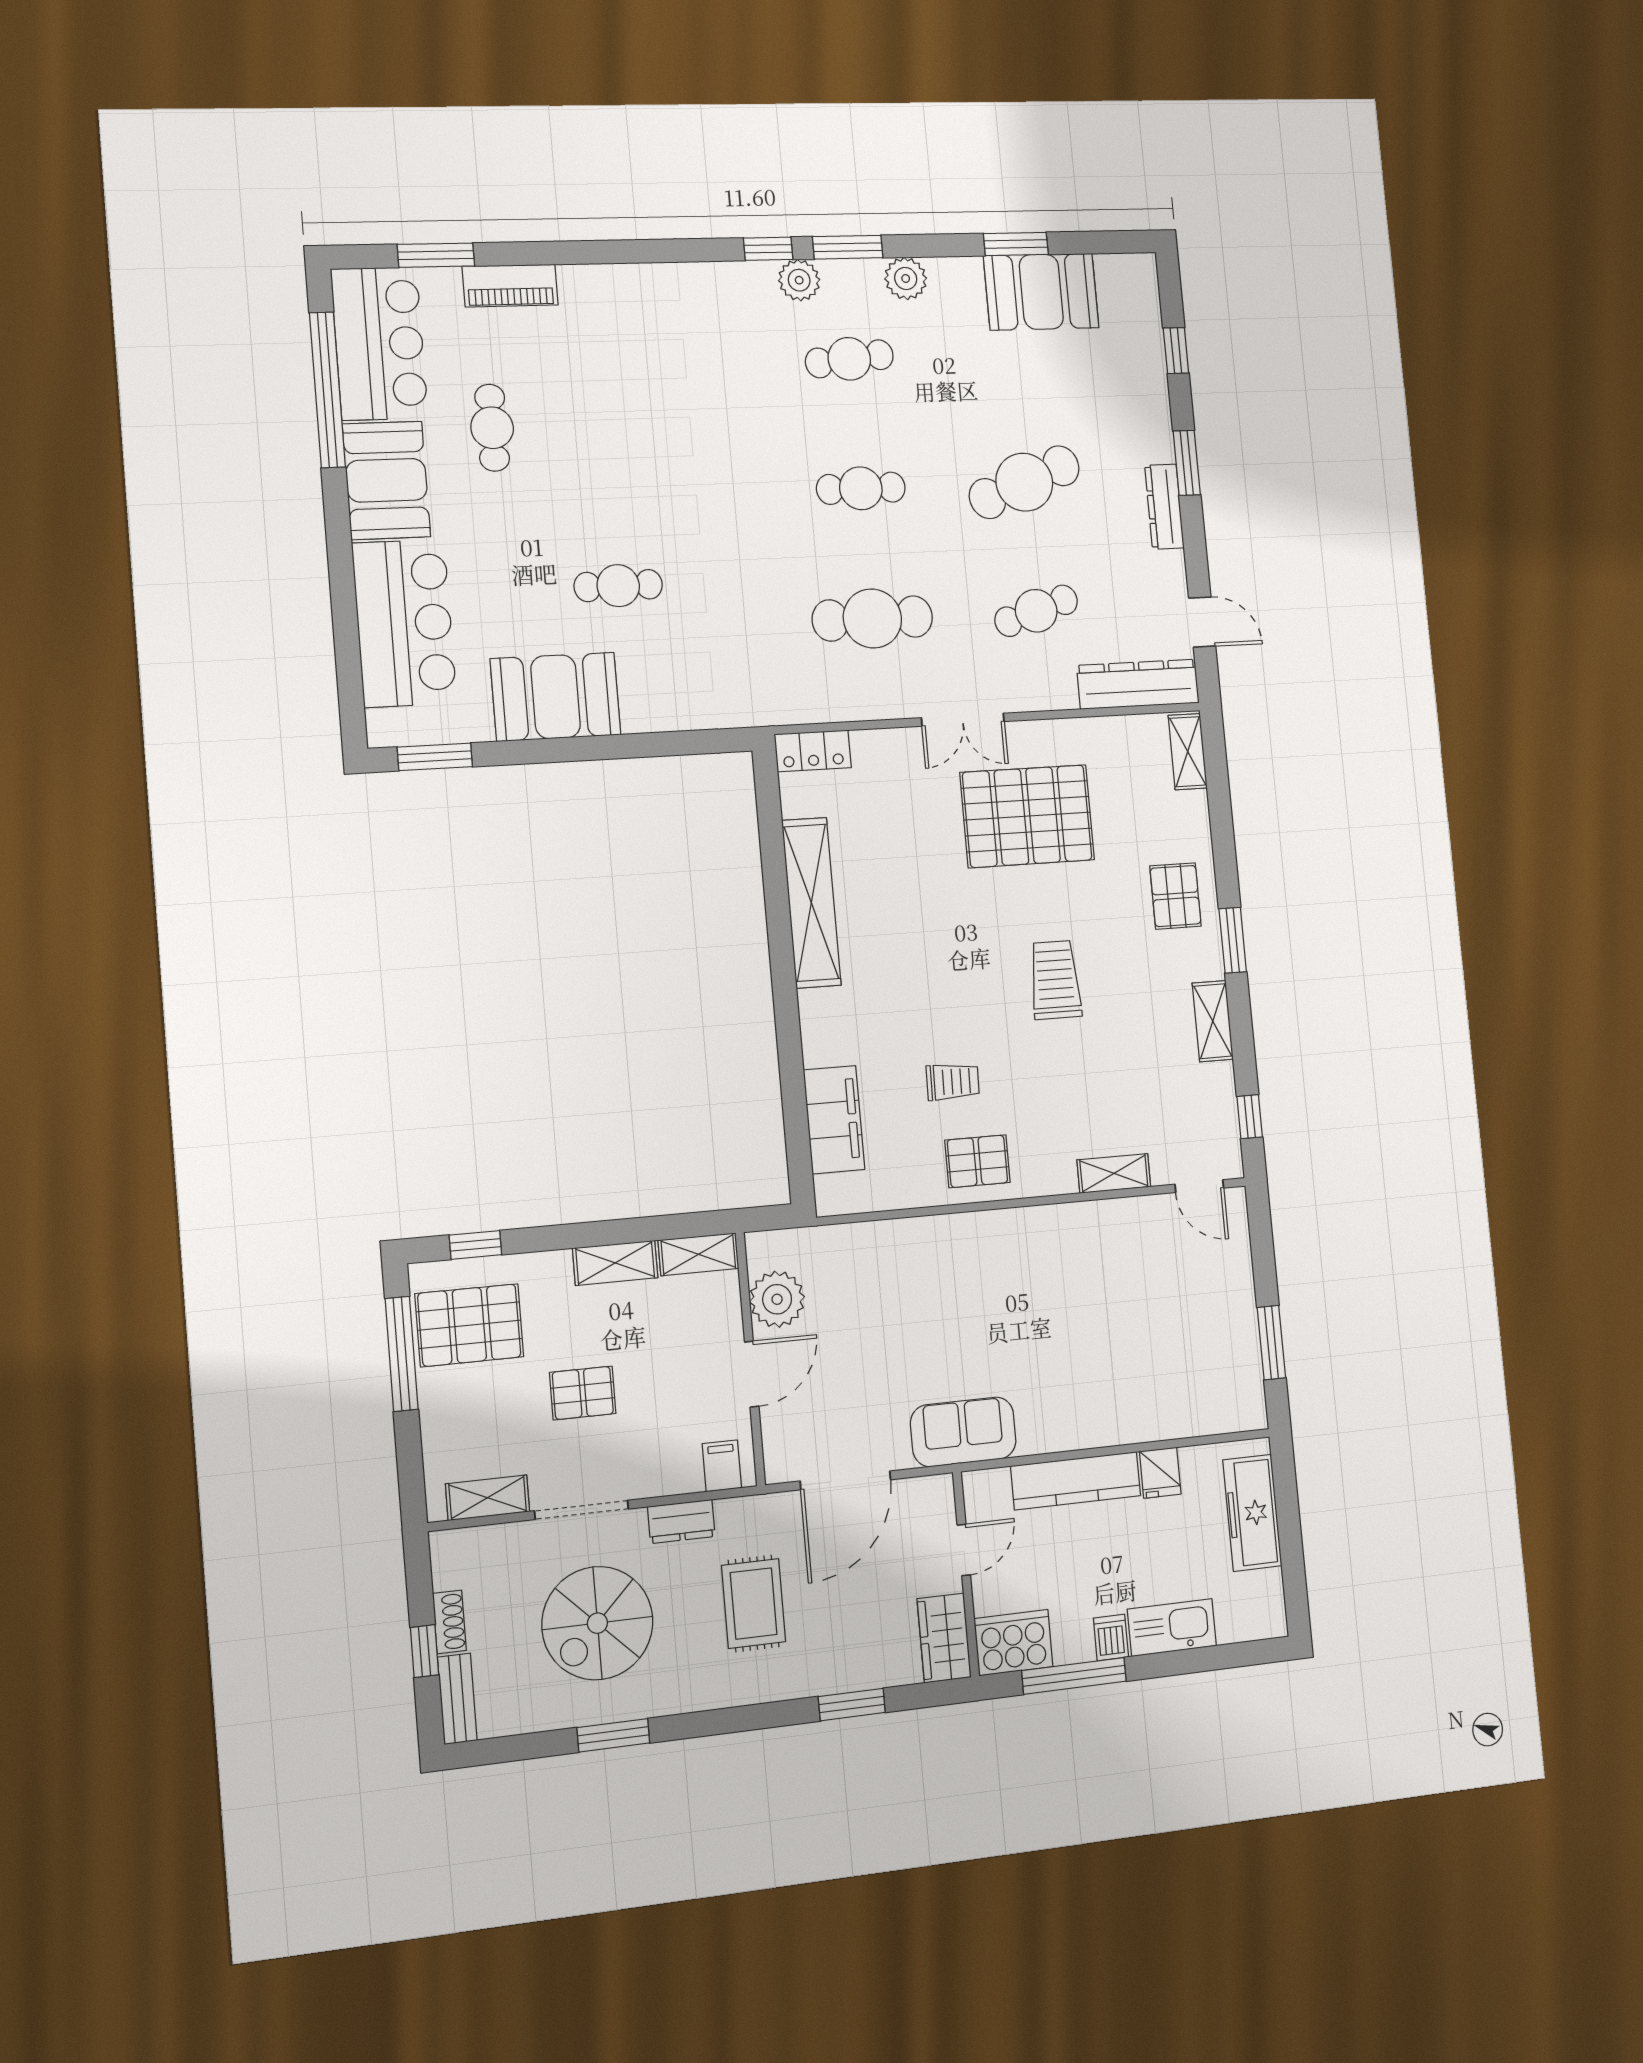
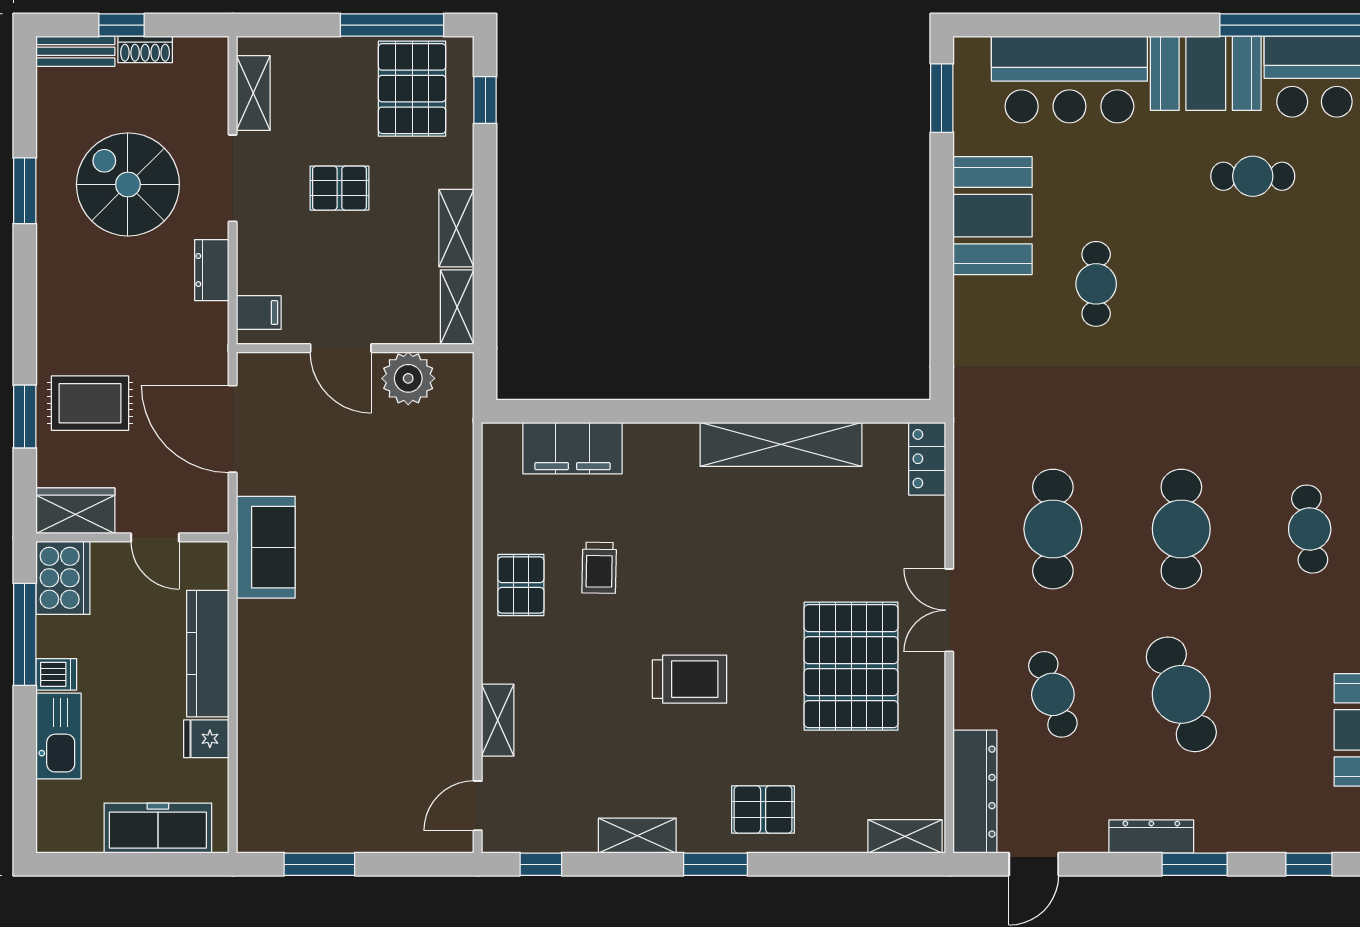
cafe table: (861, 488) -> (1181, 529), width x1.37, depth x1.35
pallet: (583, 1393) -> (339, 188), turned 90
rug: (754, 1604) -> (90, 403), moved

